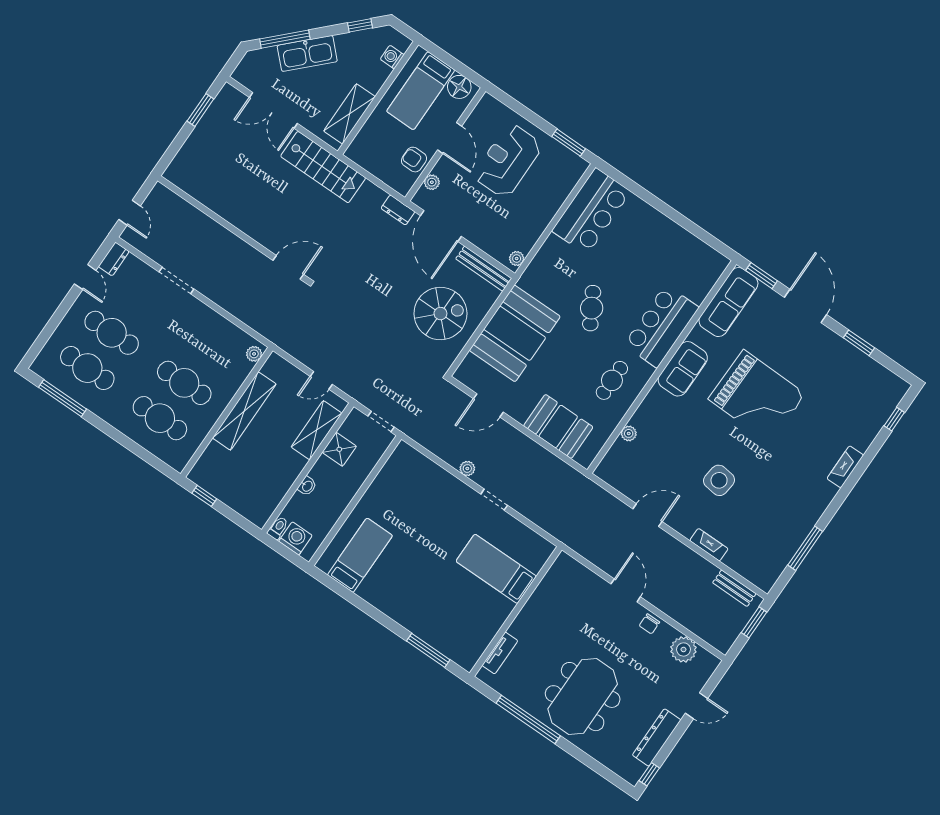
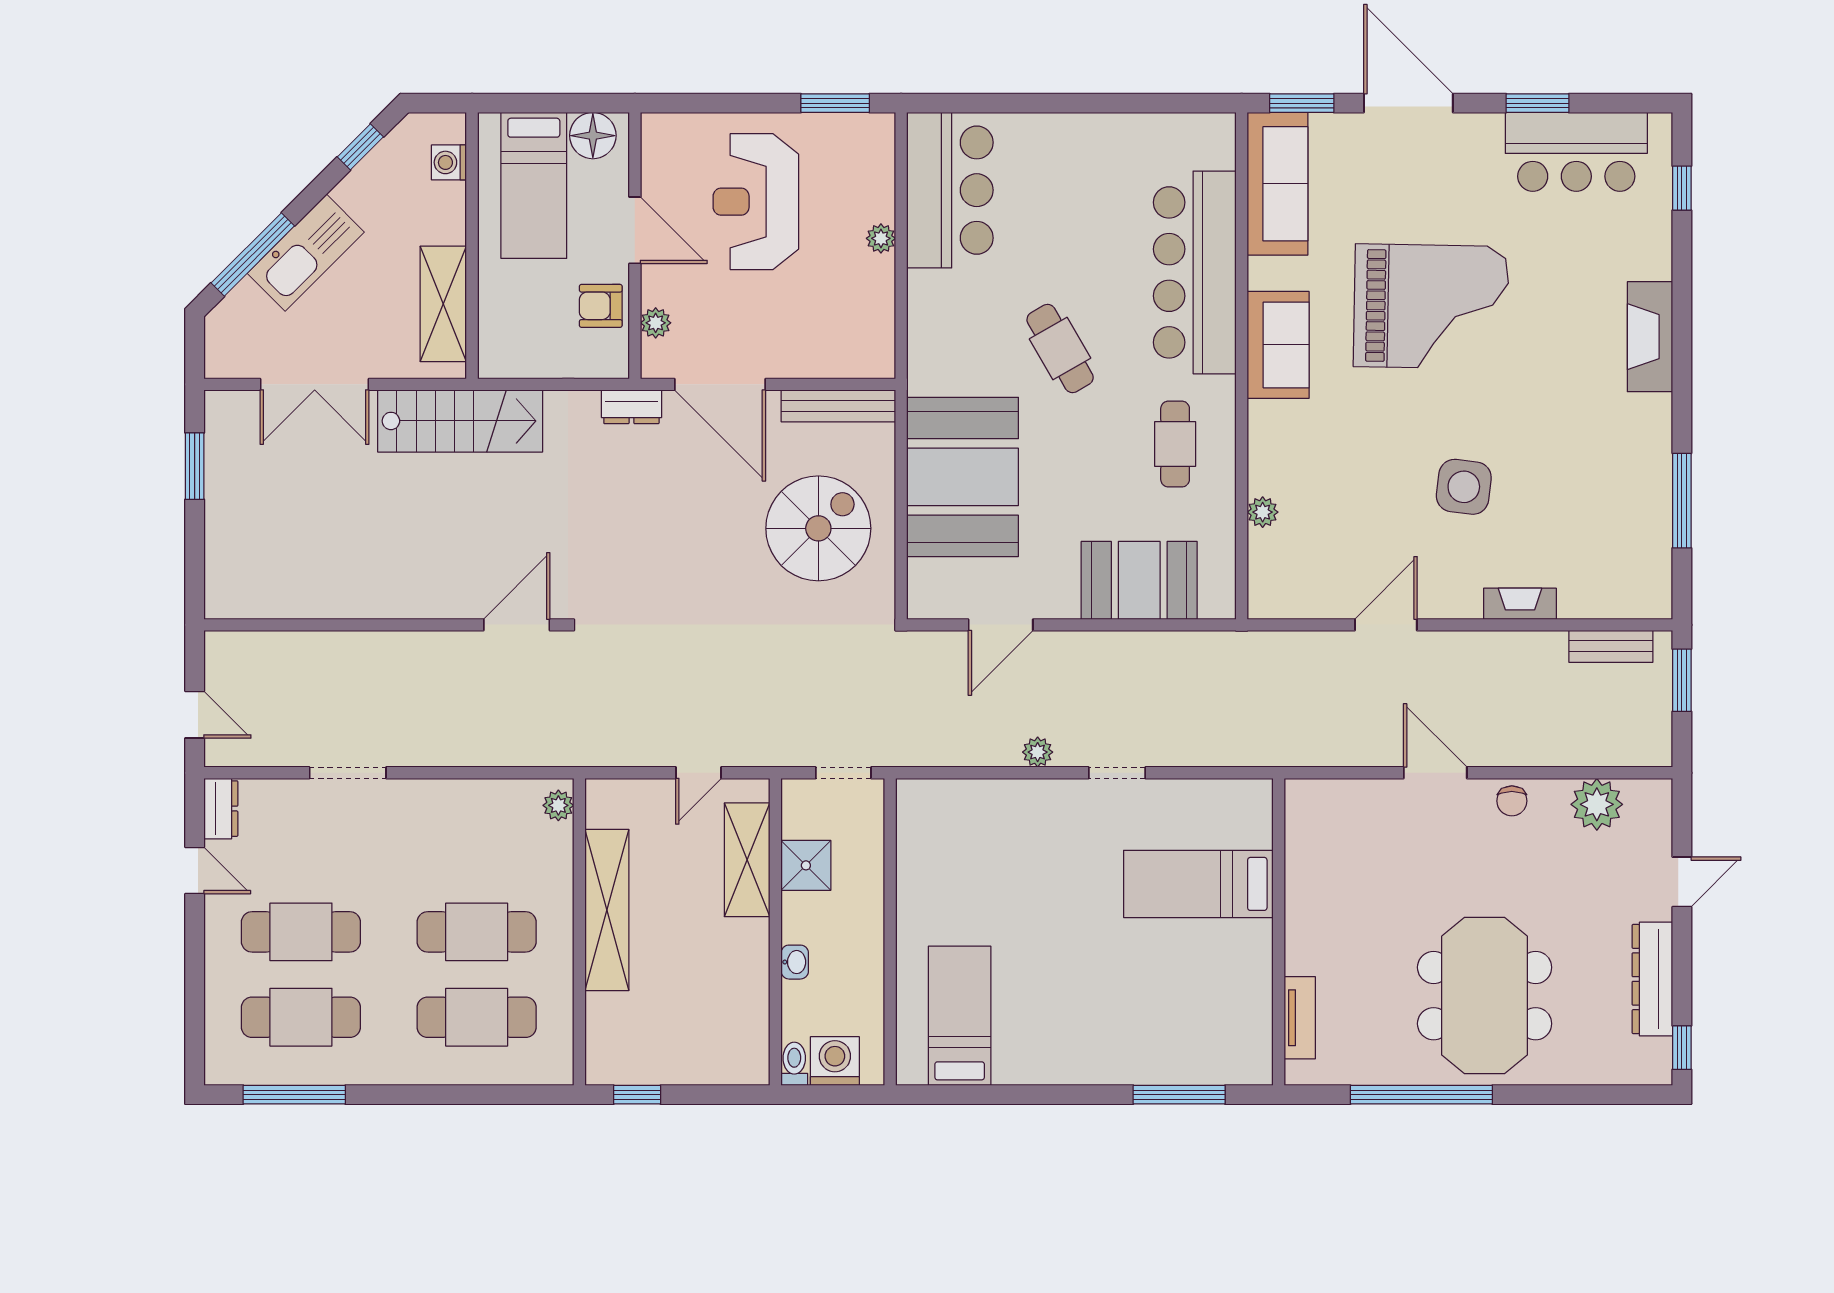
plant: (517, 259) -> (881, 238), moved
bar counter: (661, 326) -> (1195, 272), width x1.36
bar counter: (861, 374) -> (1576, 152), added
fireplace: (845, 467) -> (1650, 337), width x1.37, depth x1.32

